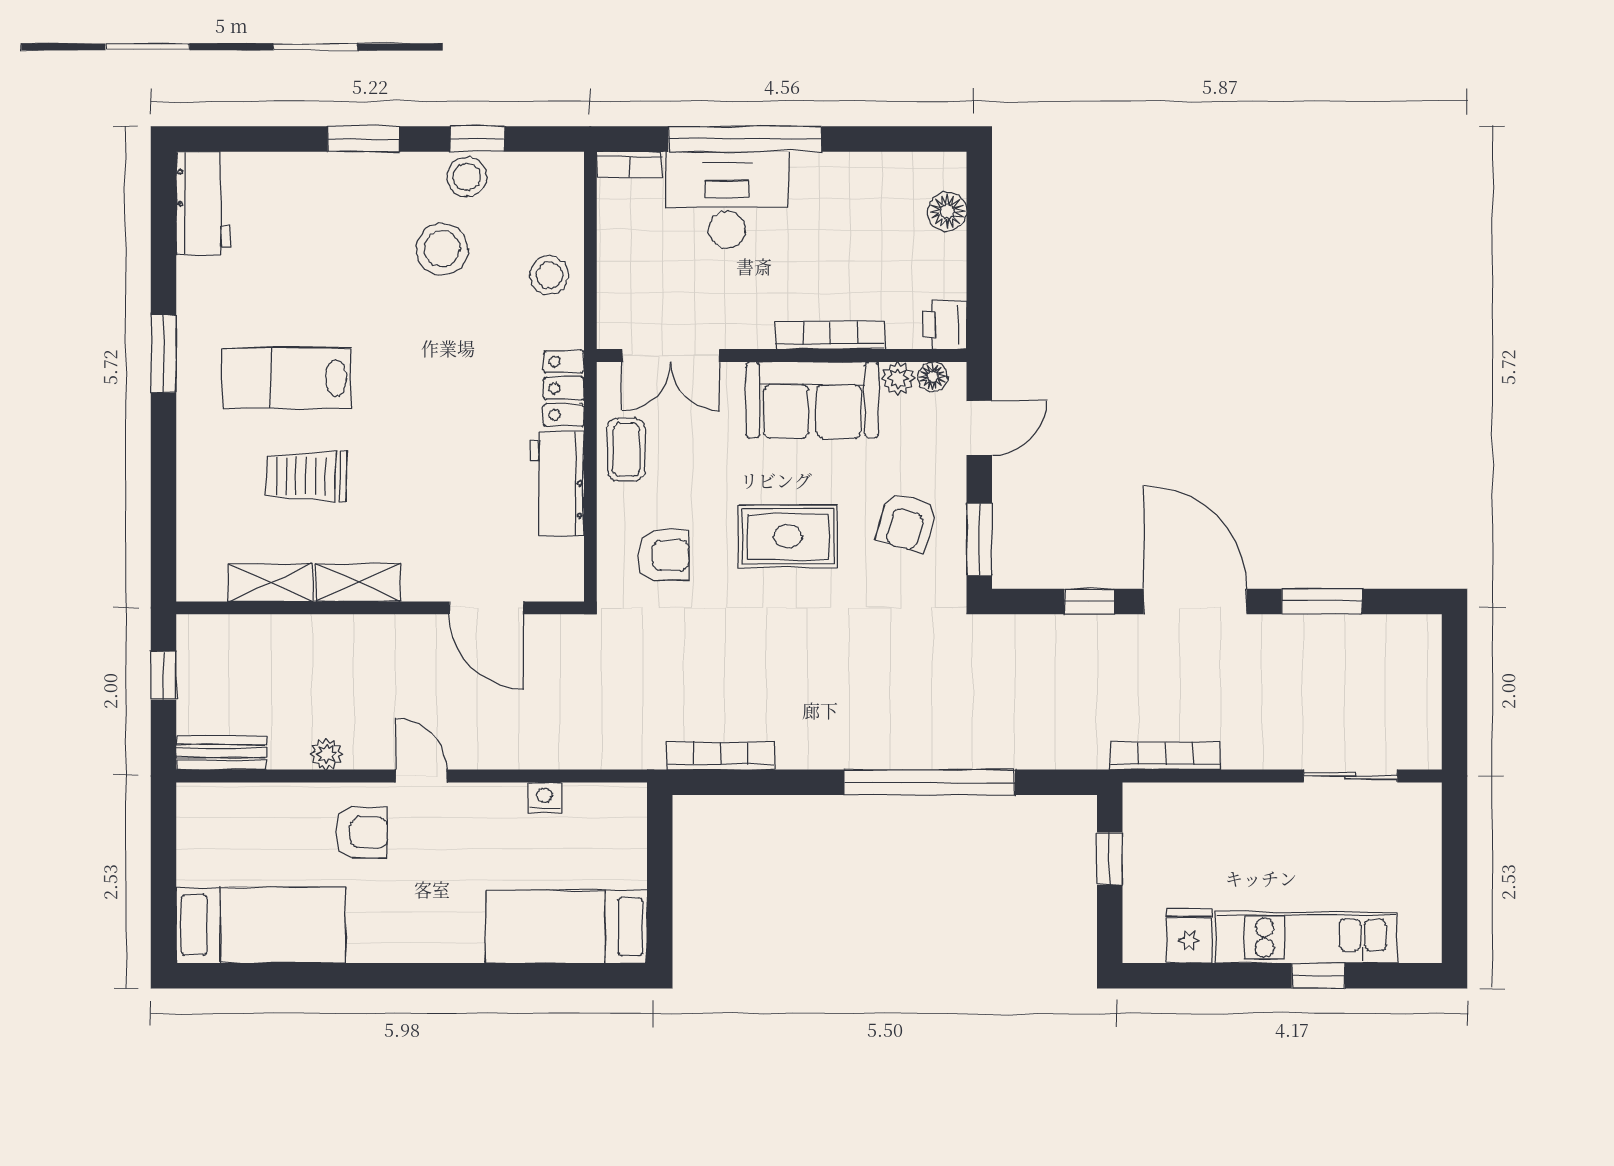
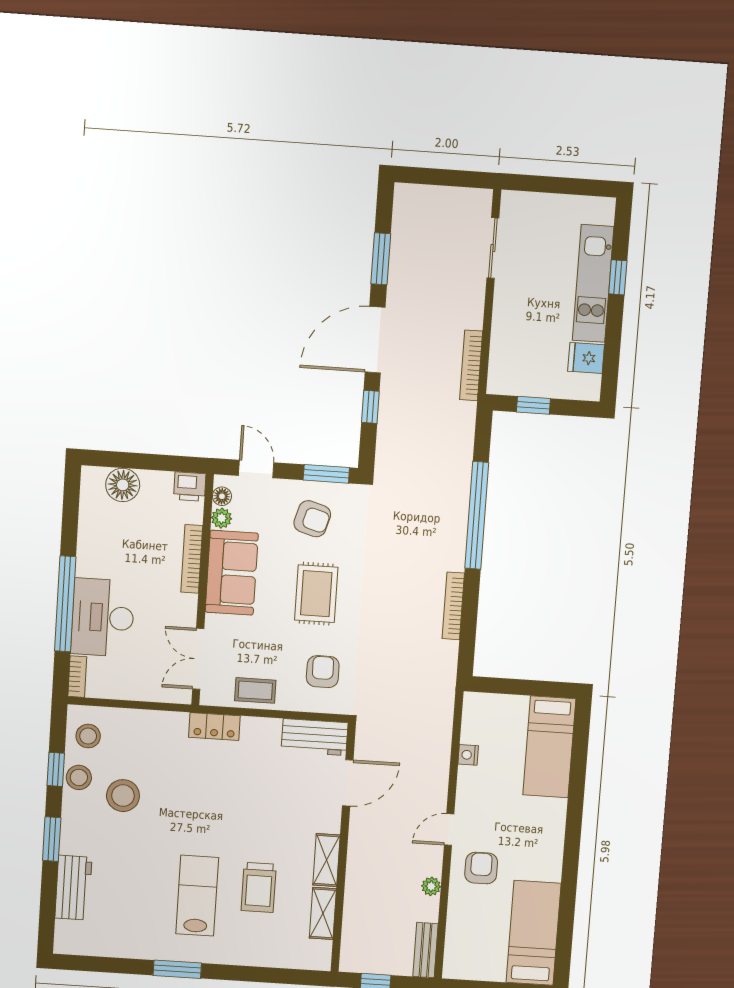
workbench: (203, 203) -> (73, 888), moved, turned 90
floor lamp: (947, 212) -> (123, 485), width x1.38, depth x1.38
stool: (549, 275) -> (88, 736), moved
double door: (671, 356) -> (198, 659), swing flipped
lab bench: (287, 378) -> (197, 896), turned 180
workbench: (557, 484) -> (315, 737), moved
bookcase: (721, 756) -> (453, 606), moved

